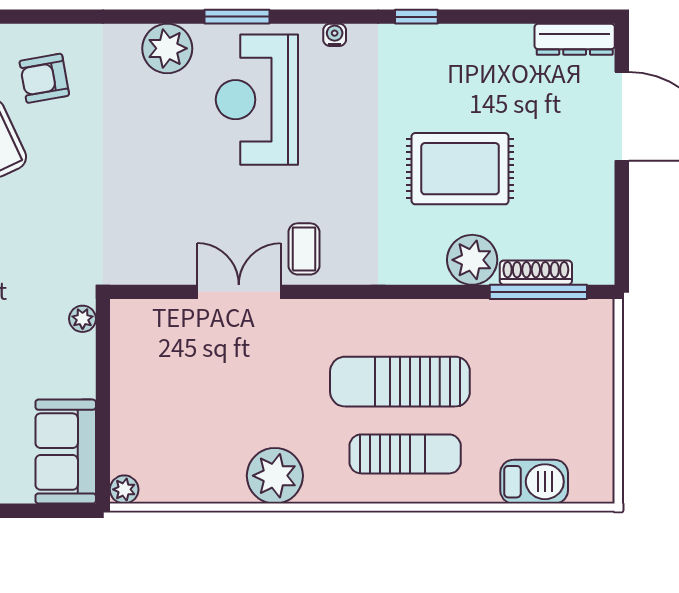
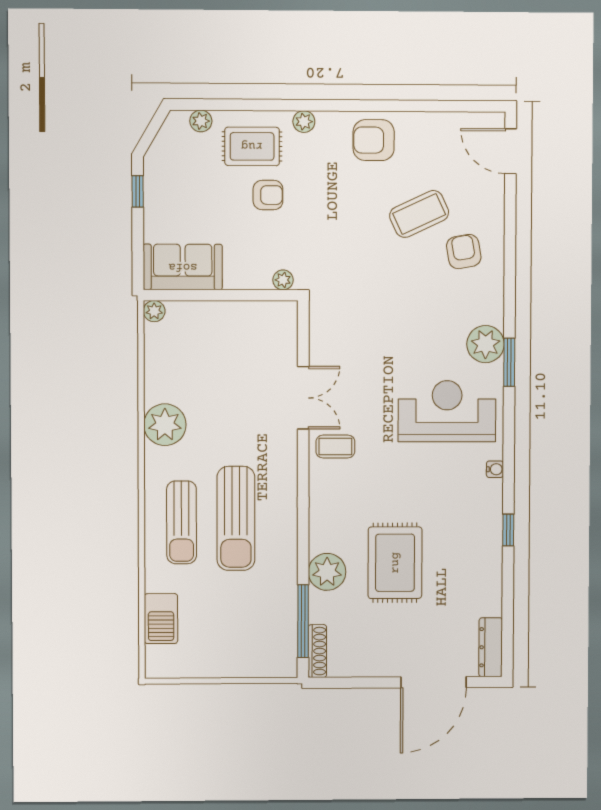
window: (237, 17) -> (509, 362), moved
shoe rack: (536, 273) -> (317, 651), moved
sun lounger: (400, 382) -> (236, 518), turned 180

